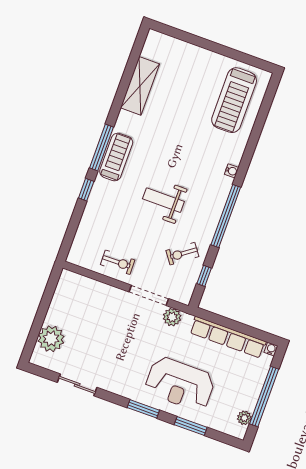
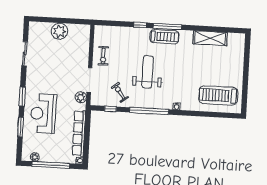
weight bench: (163, 200) -> (148, 72), width x1.36, depth x1.33
plant: (51, 339) -> (59, 31), moved

